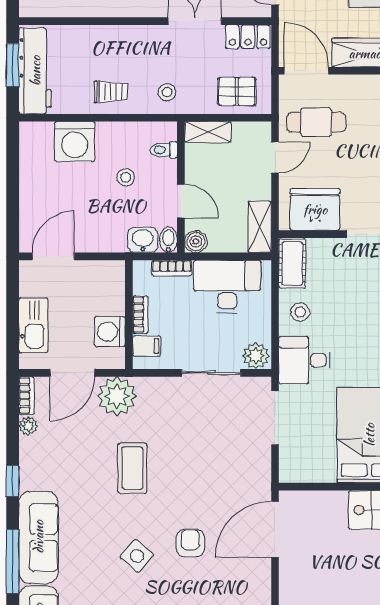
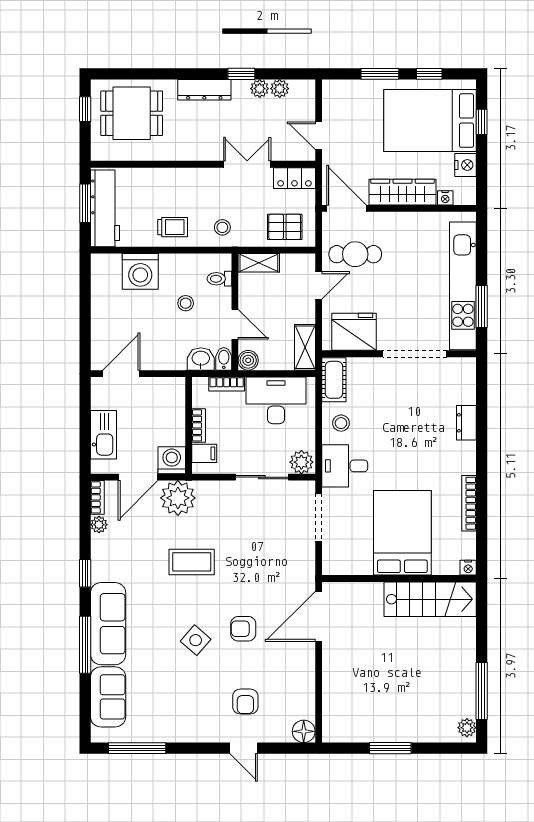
washing machine: (110, 332) -> (172, 460), moved, turned 90
coffee table: (132, 468) -> (192, 562), turned 90
armchair: (190, 543) -> (243, 629), turned -90

